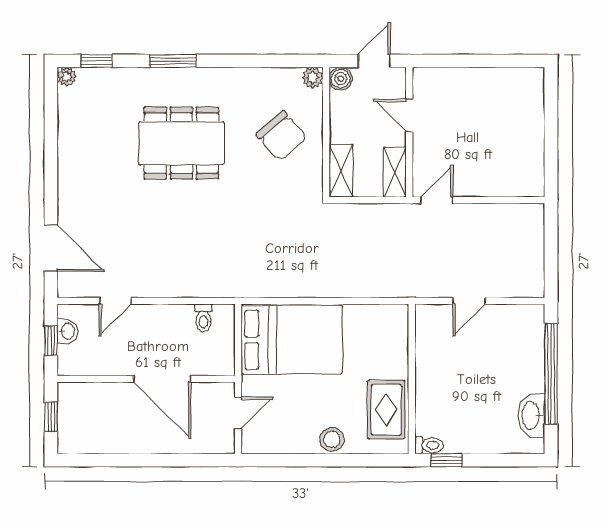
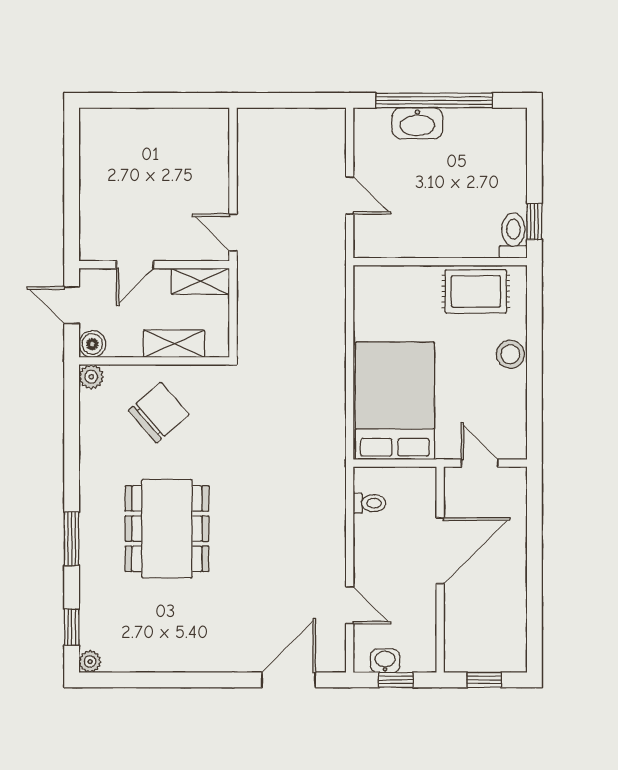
shelving: (341, 171) -> (174, 344), moved
washbasin: (531, 415) -> (417, 123), moved
toilet: (429, 445) -> (513, 236), width x1.37, depth x1.39

